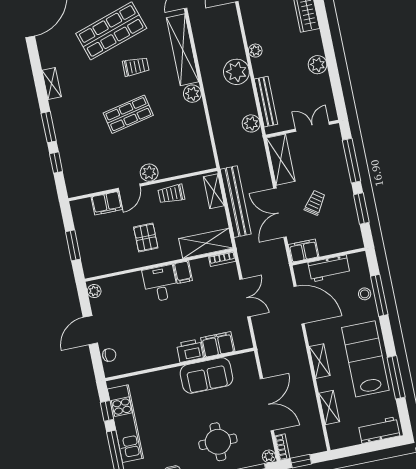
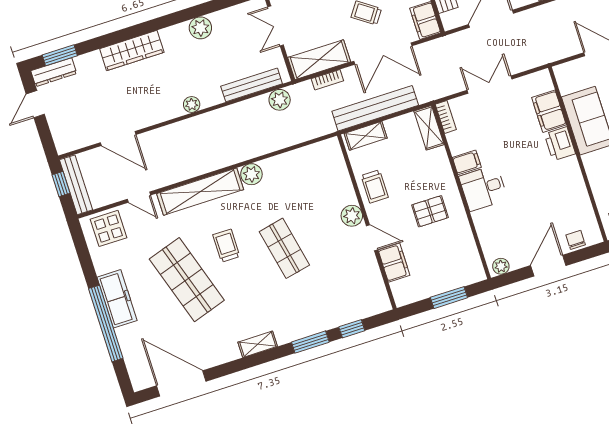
plant: (236, 72) -> (220, 124), removed
bookcase: (263, 165) -> (327, 80), added
shelving: (206, 243) -> (429, 128), width x0.67, depth x0.75
door: (90, 330) -> (548, 266), swing flipped

